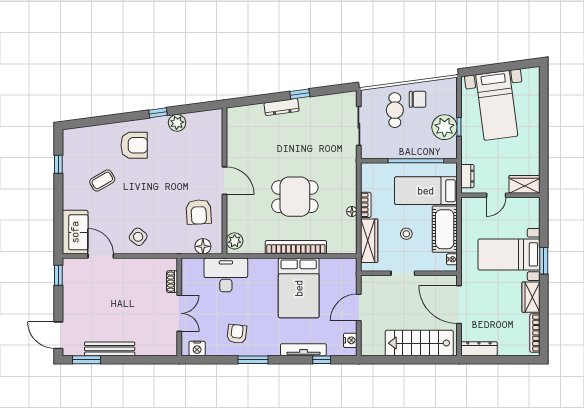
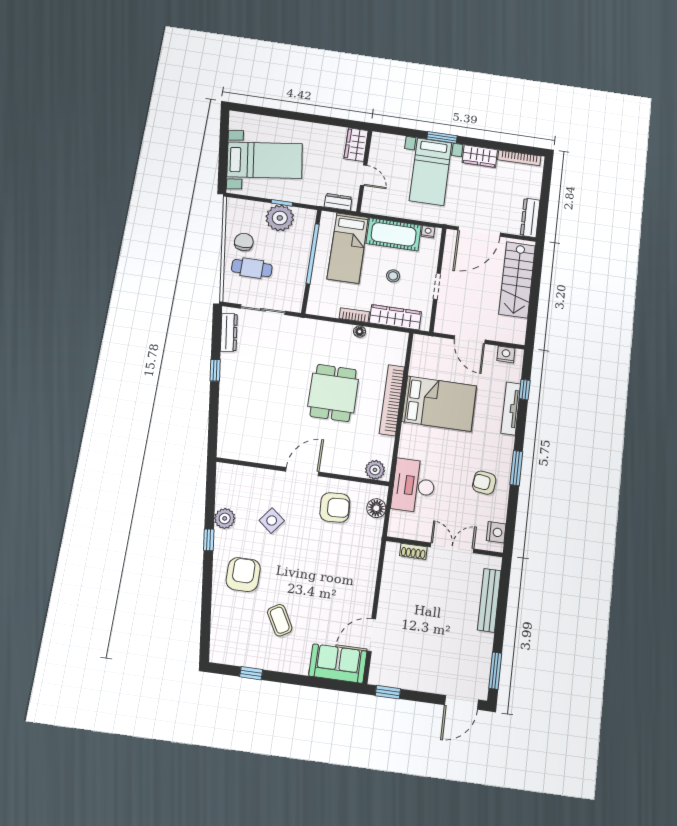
dresser: (282, 107) -> (229, 333), moved
side table: (138, 237) -> (272, 520), moved
bench: (110, 349) -> (489, 600), moved

